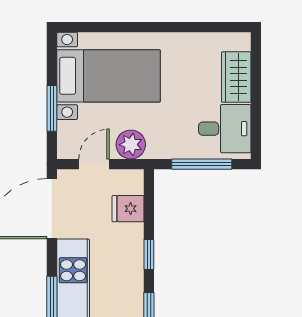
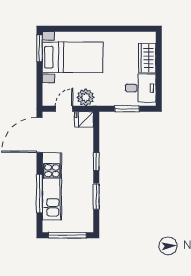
window: (52, 108) -> (39, 48), moved
window: (202, 164) -> (127, 109), width x0.69
fridge: (128, 209) -> (84, 119), moved

